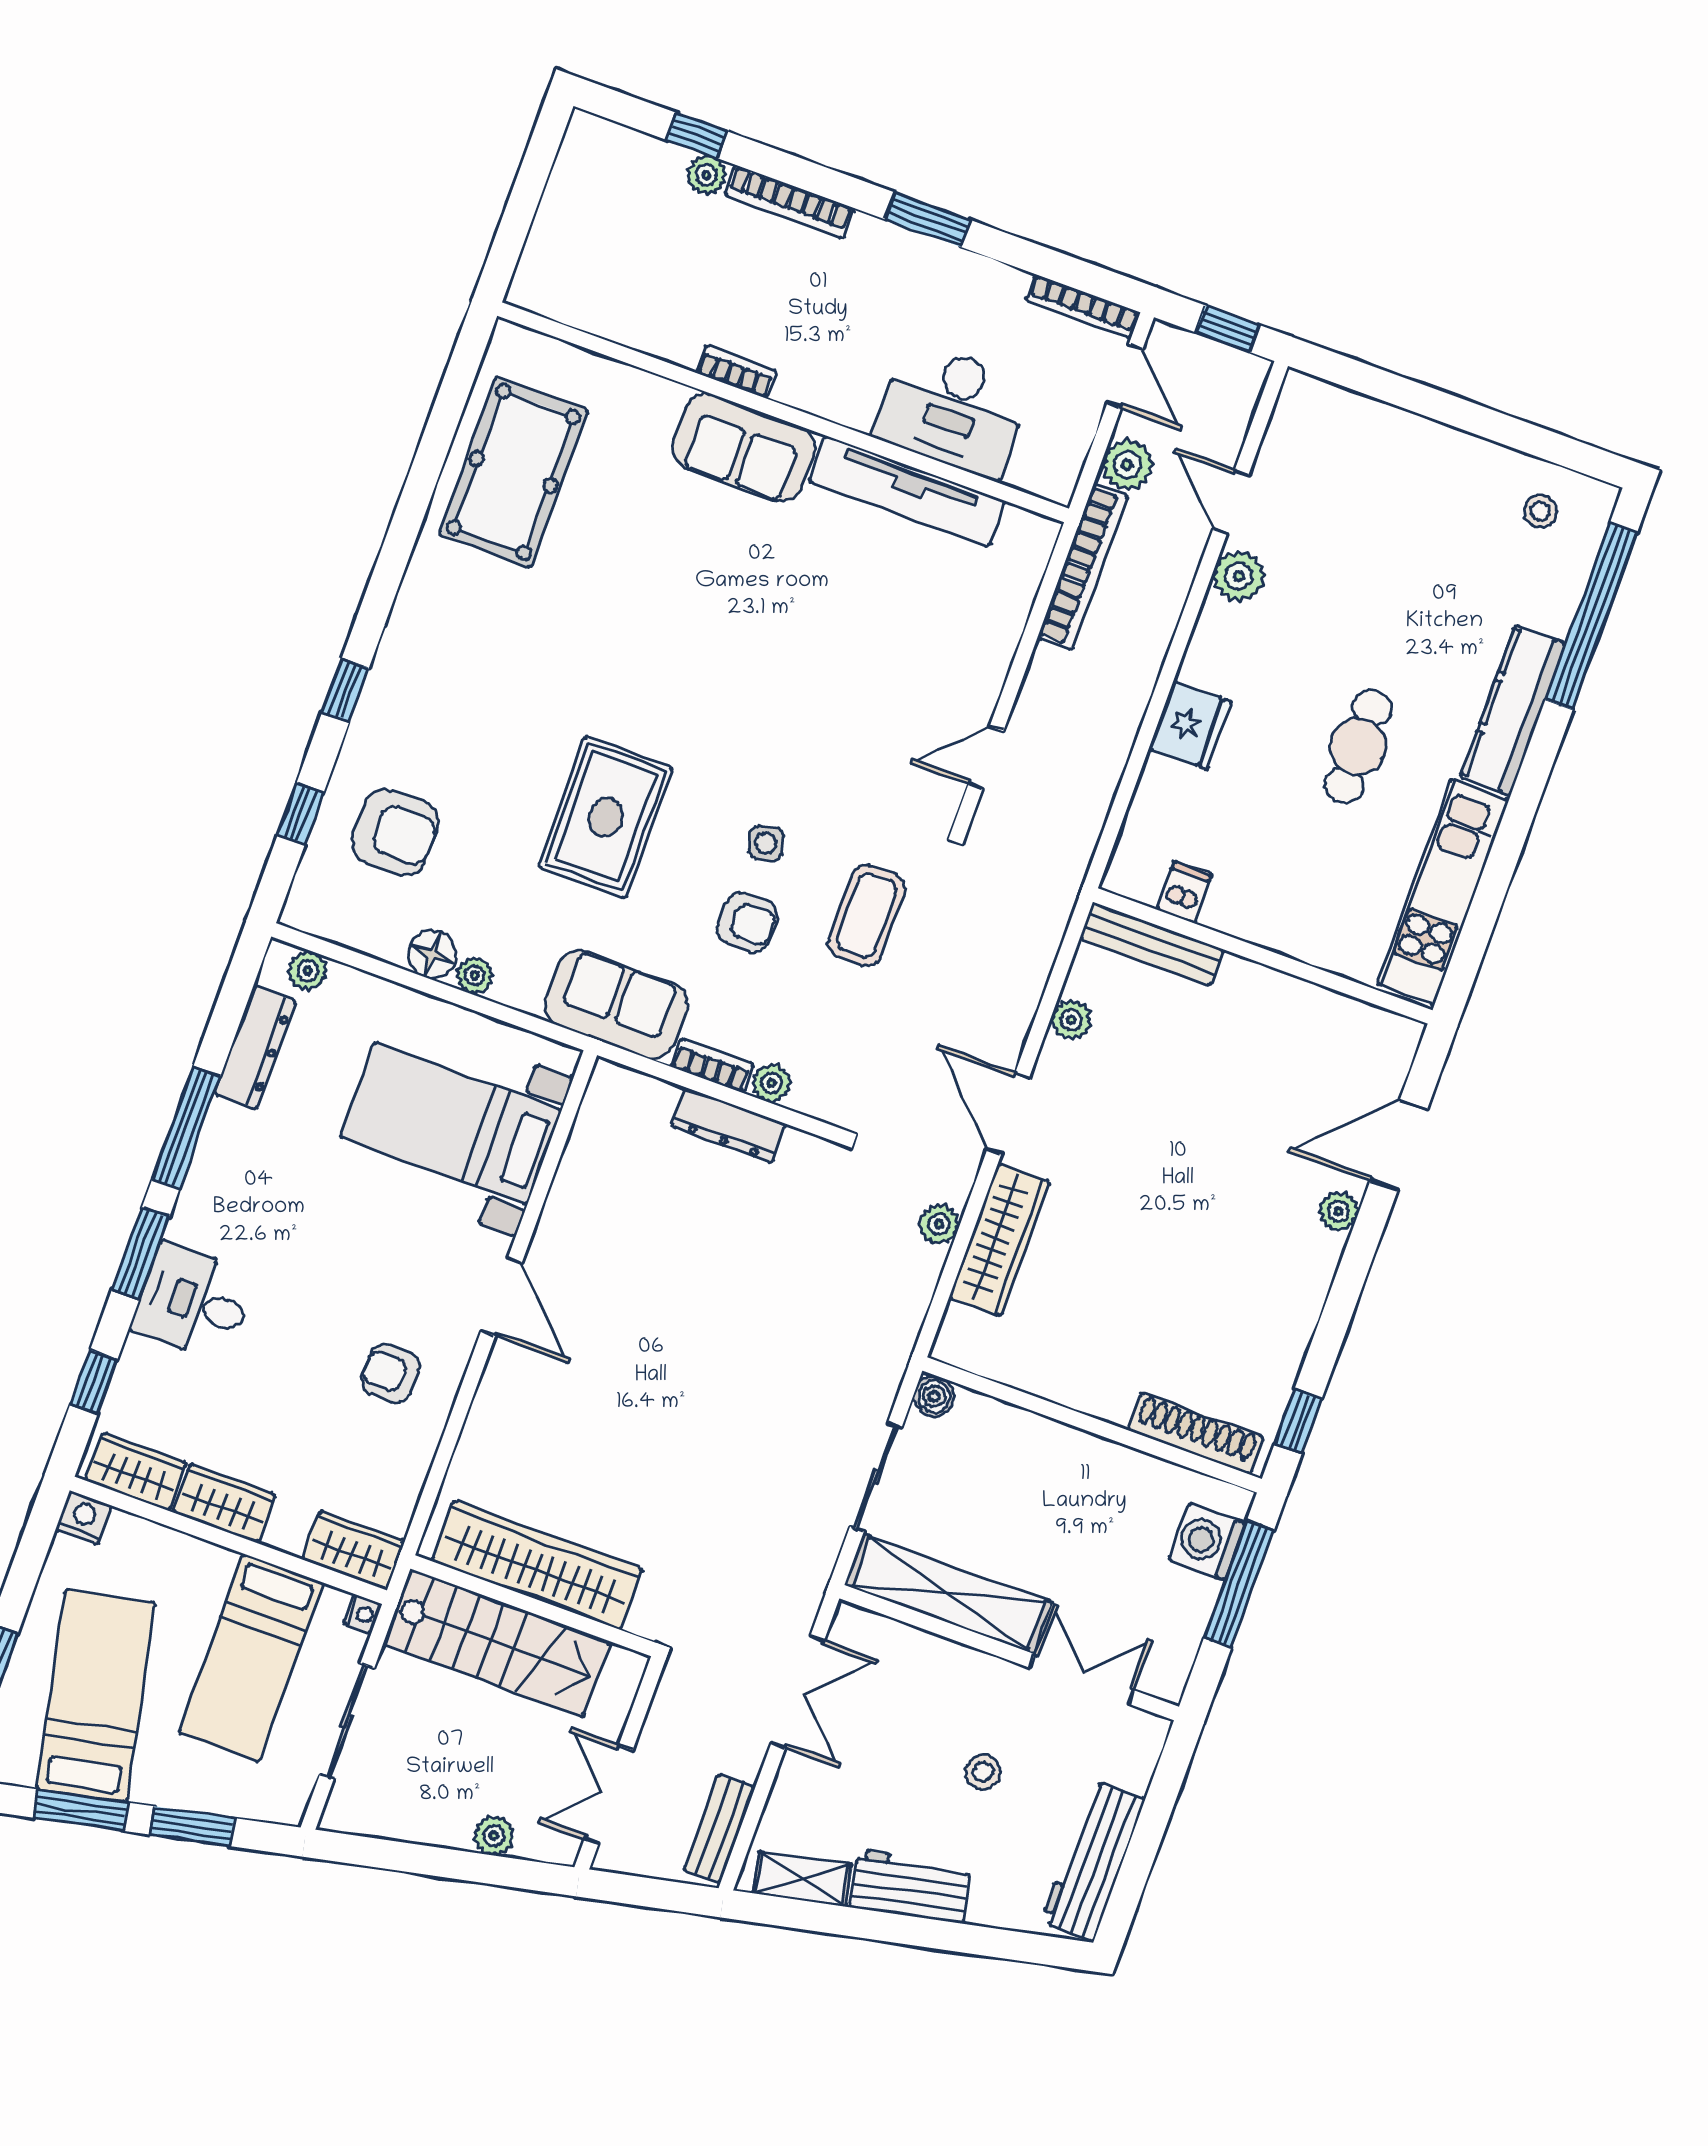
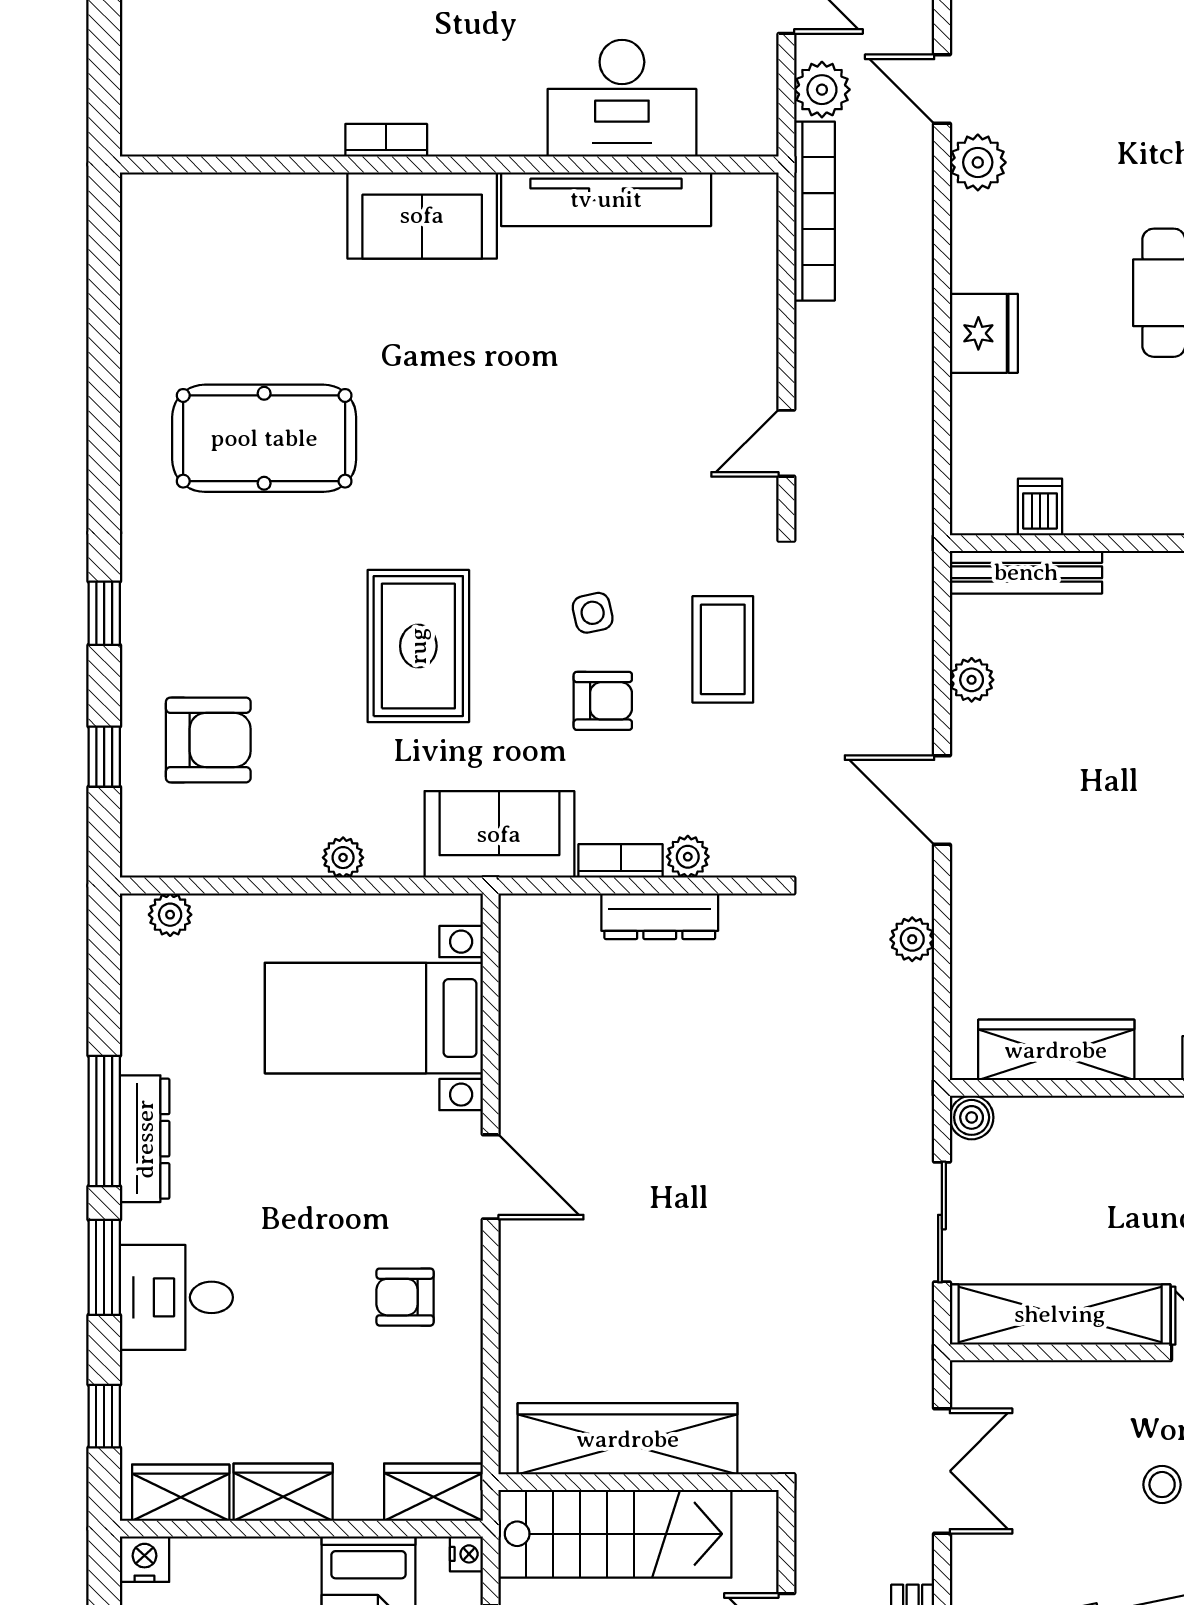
pool table: (513, 472) -> (264, 438), moved, turned 90
floor lamp: (433, 954) -> (292, 851), removed
dresser: (255, 1047) -> (145, 1139), moved
wardrobe: (999, 1239) -> (1056, 1050), moved, turned -90

